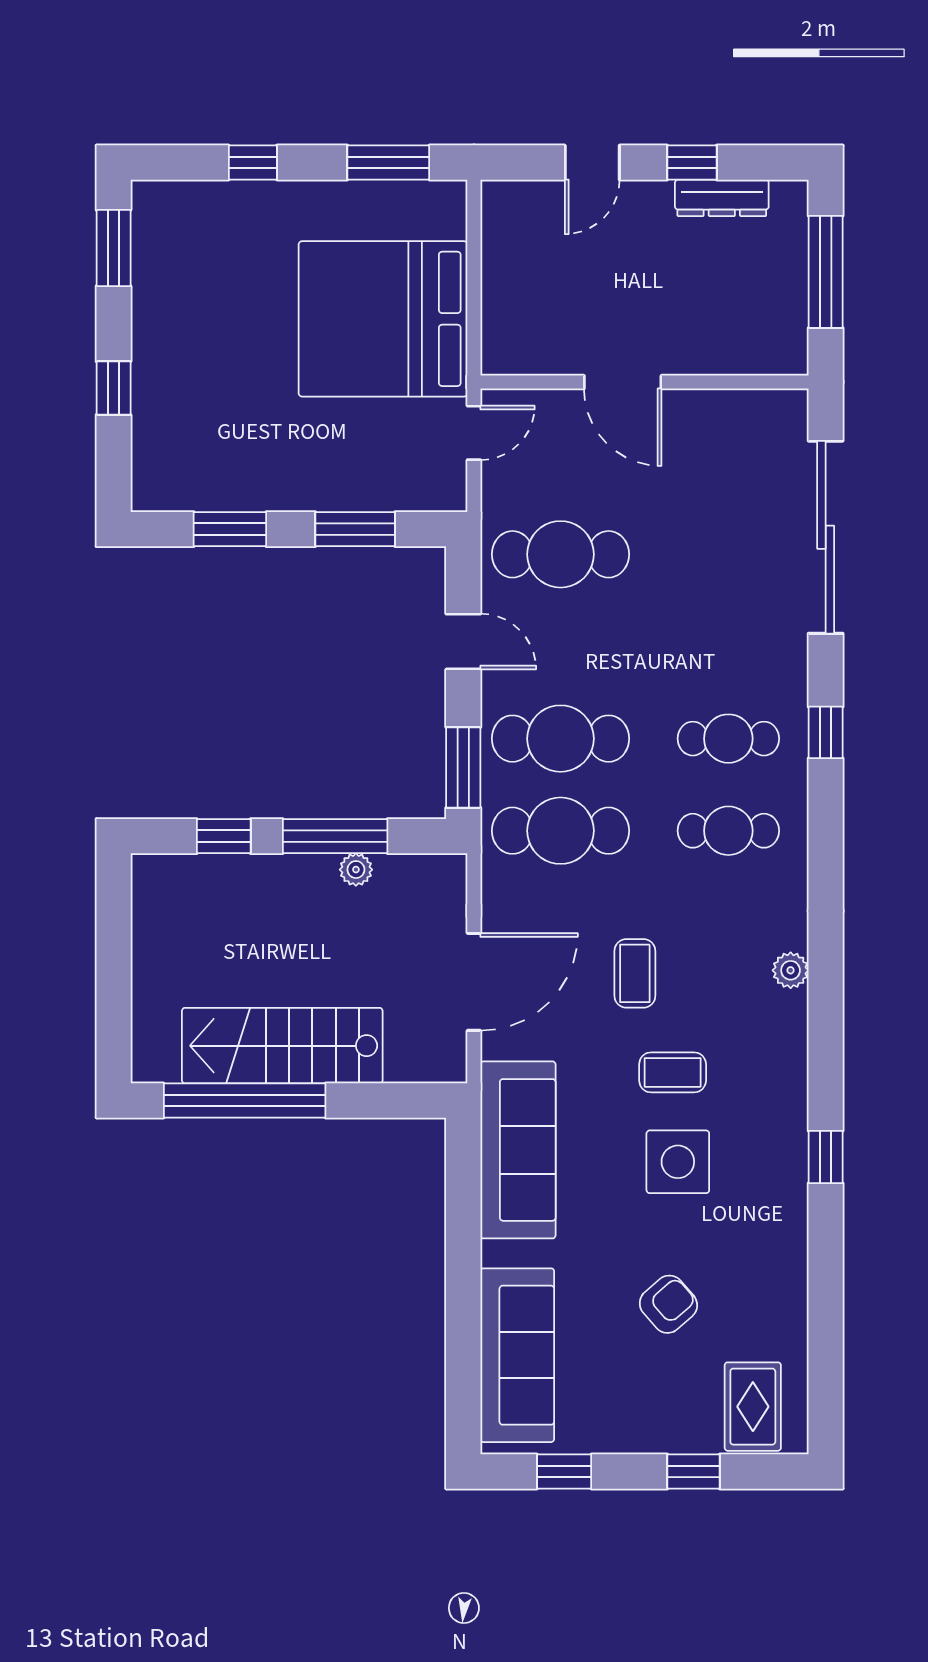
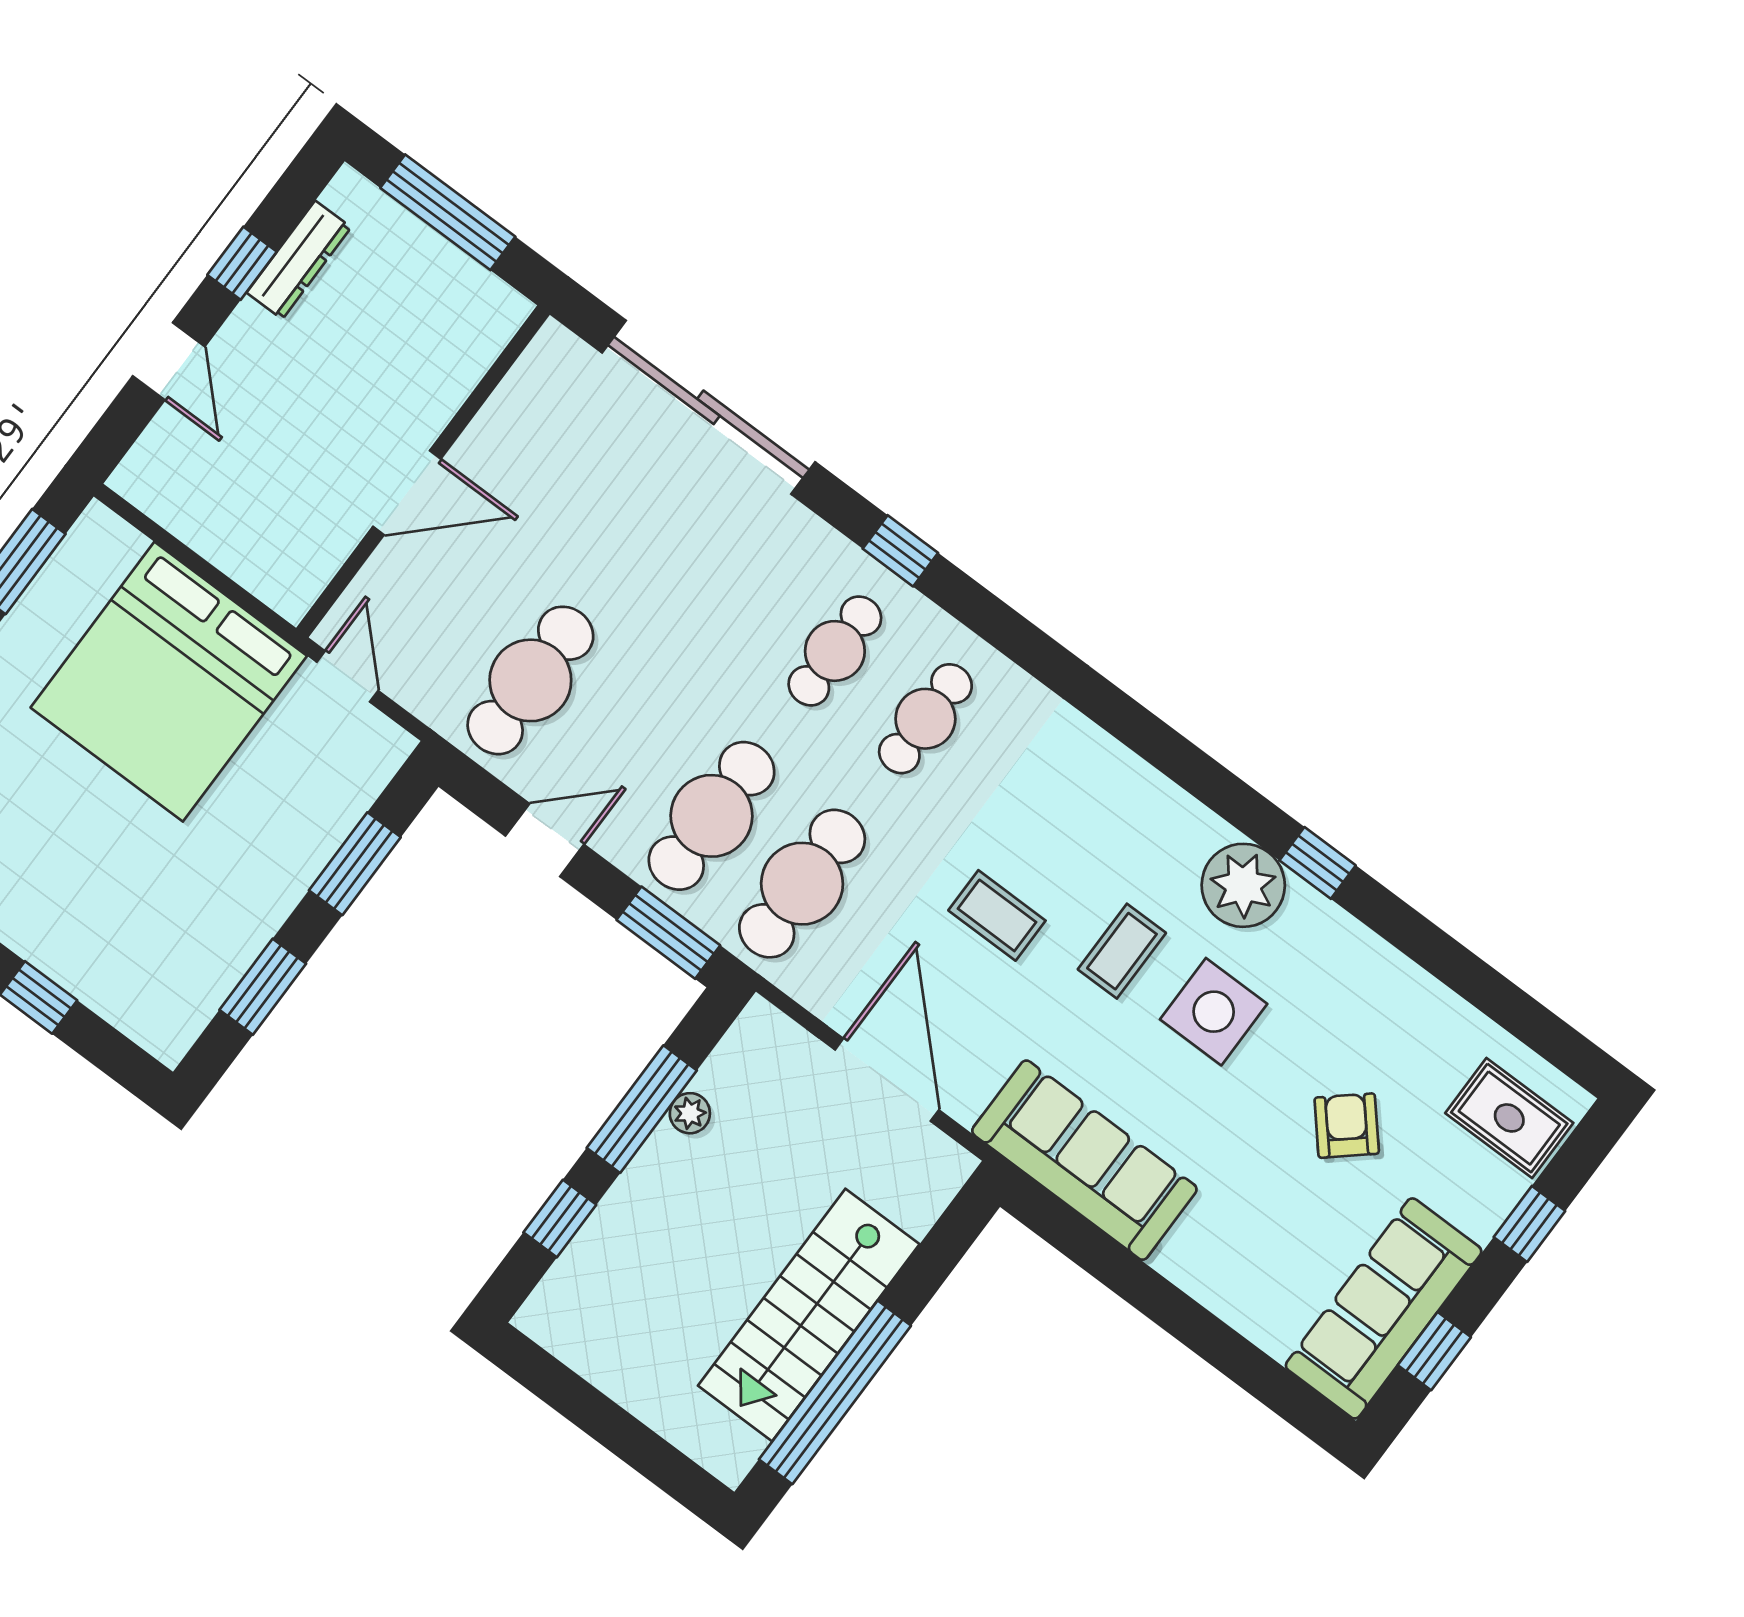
plant: (791, 970) -> (1243, 885), moved, width x1.87, depth x1.87
sofa: (517, 1355) -> (1384, 1308), moved, turned -90

